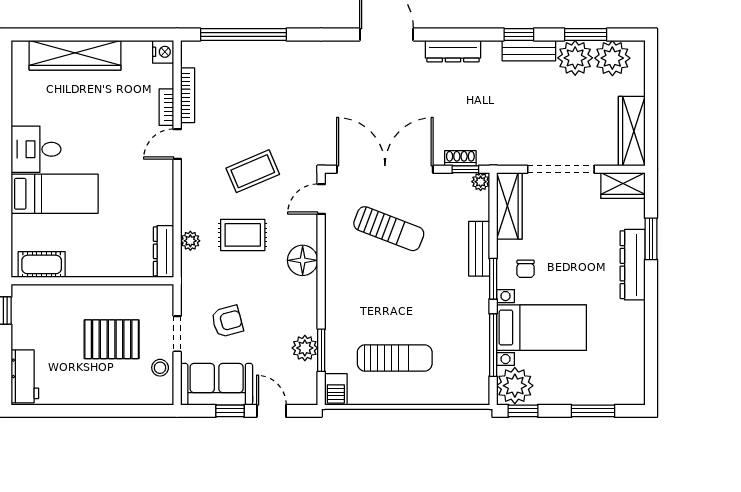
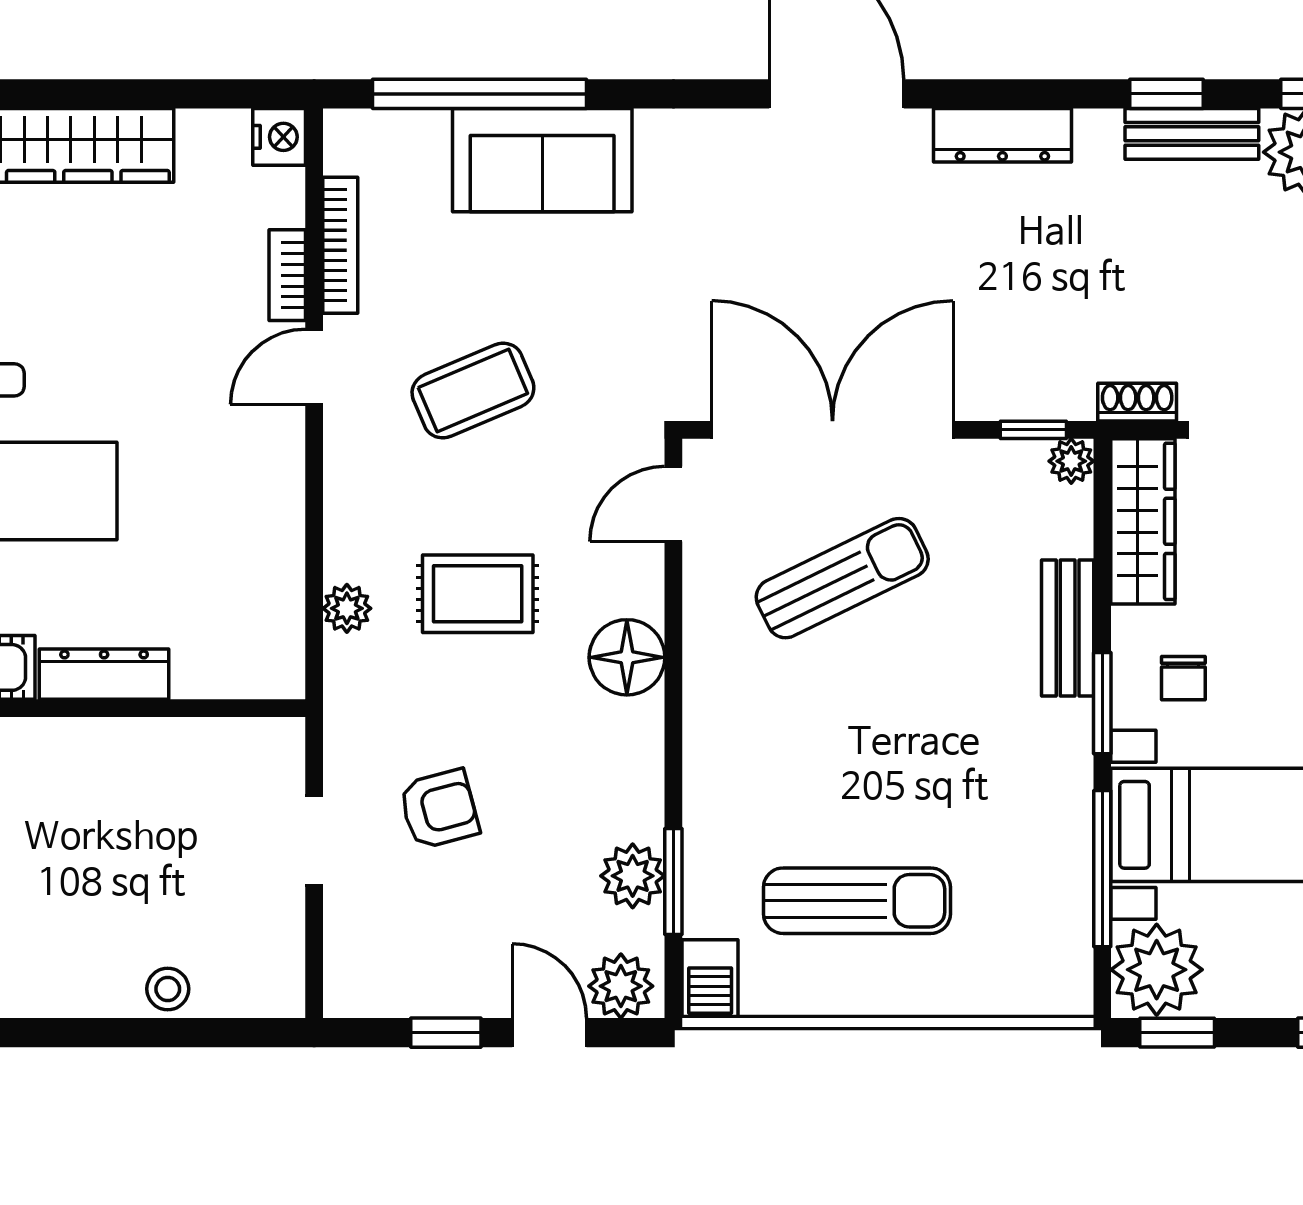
shoe rack: (460, 158) -> (1137, 402), moved
coffee table: (253, 171) -> (473, 391), moved
sun lounger: (389, 229) -> (842, 578), turned -47
dresser: (164, 251) -> (104, 674), moved, turned 90
pallet: (112, 339) -> (151, 854), removed
stool: (160, 368) -> (168, 989), moved
sofa: (217, 384) -> (542, 160), moved, turned 180
plant: (300, 392) -> (621, 986), added

